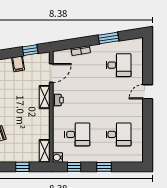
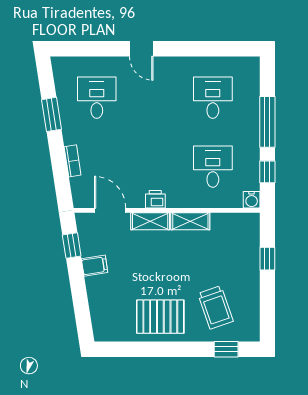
shelving: (45, 151) -> (190, 221), moved
window: (104, 167) -> (267, 122), width x2.17

